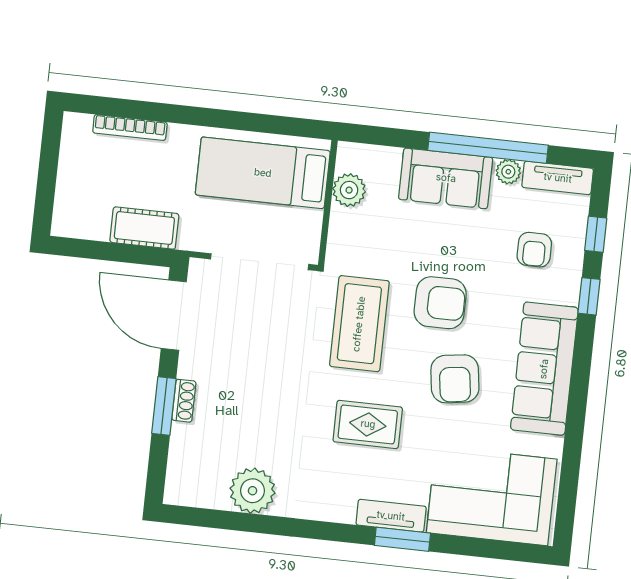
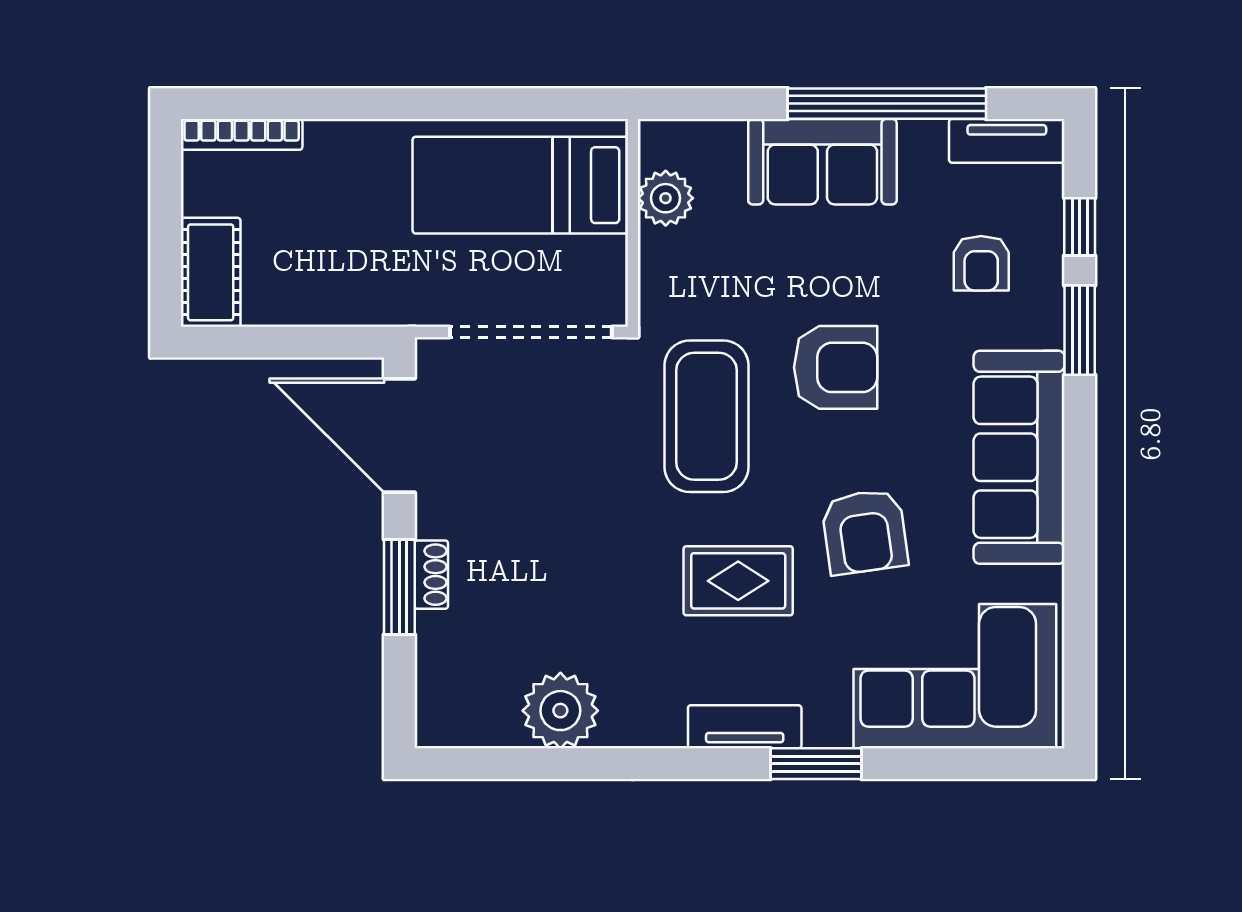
bookcase: (130, 127) -> (242, 134), moved
plant: (508, 172) -> (925, 139), removed
cot: (144, 228) -> (211, 272), moved, turned 90
window: (589, 296) -> (1080, 330), width x1.50
armchair: (455, 379) -> (865, 532), moved
tv unit: (391, 516) -> (745, 727), moved

